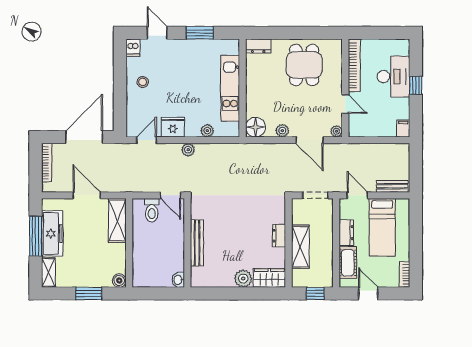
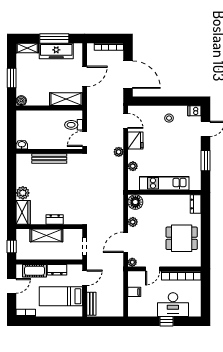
filing cabinet: (403, 128) -> (134, 292), moved

